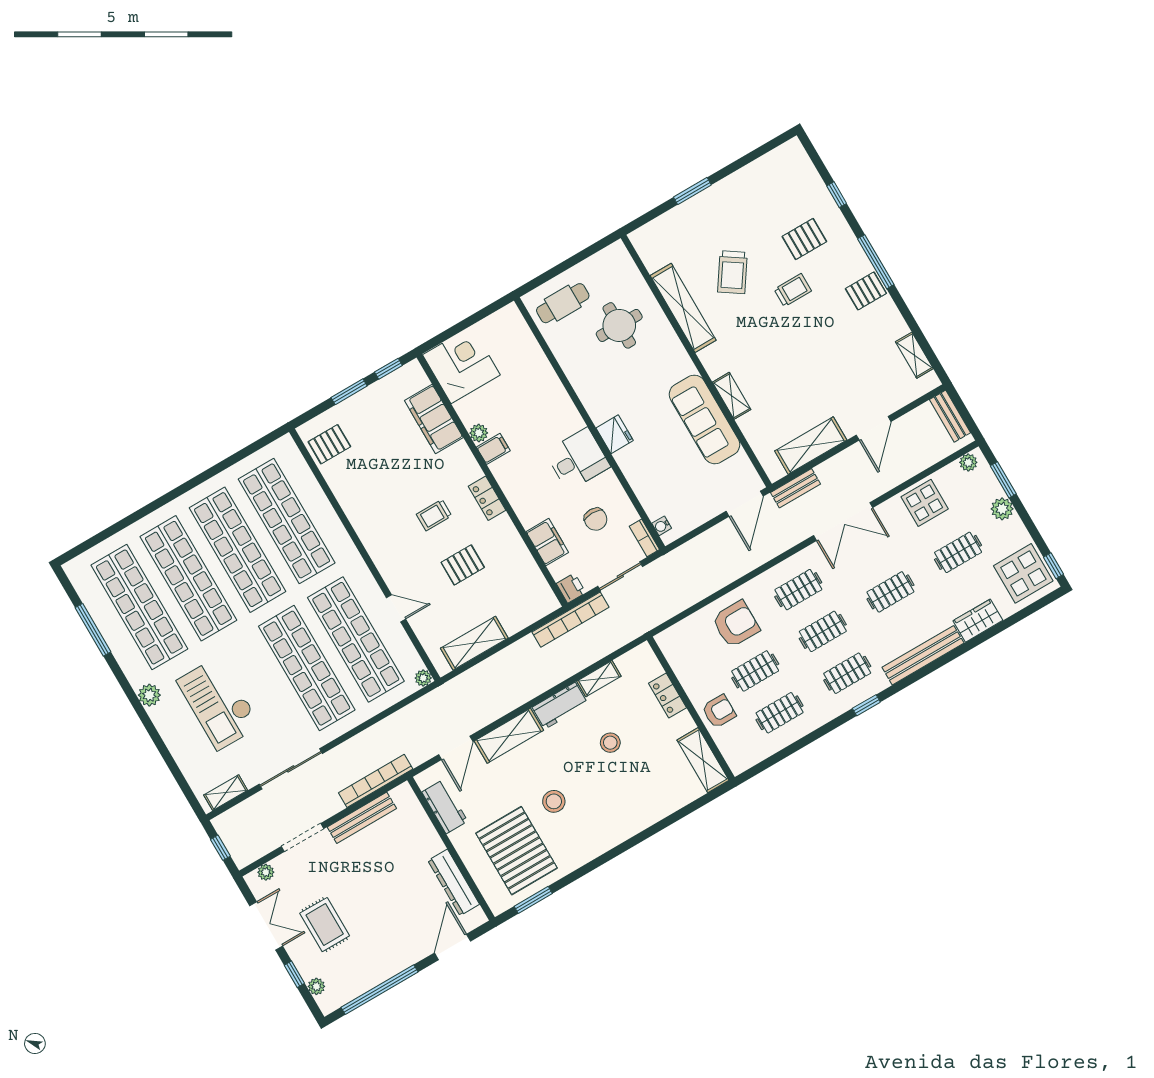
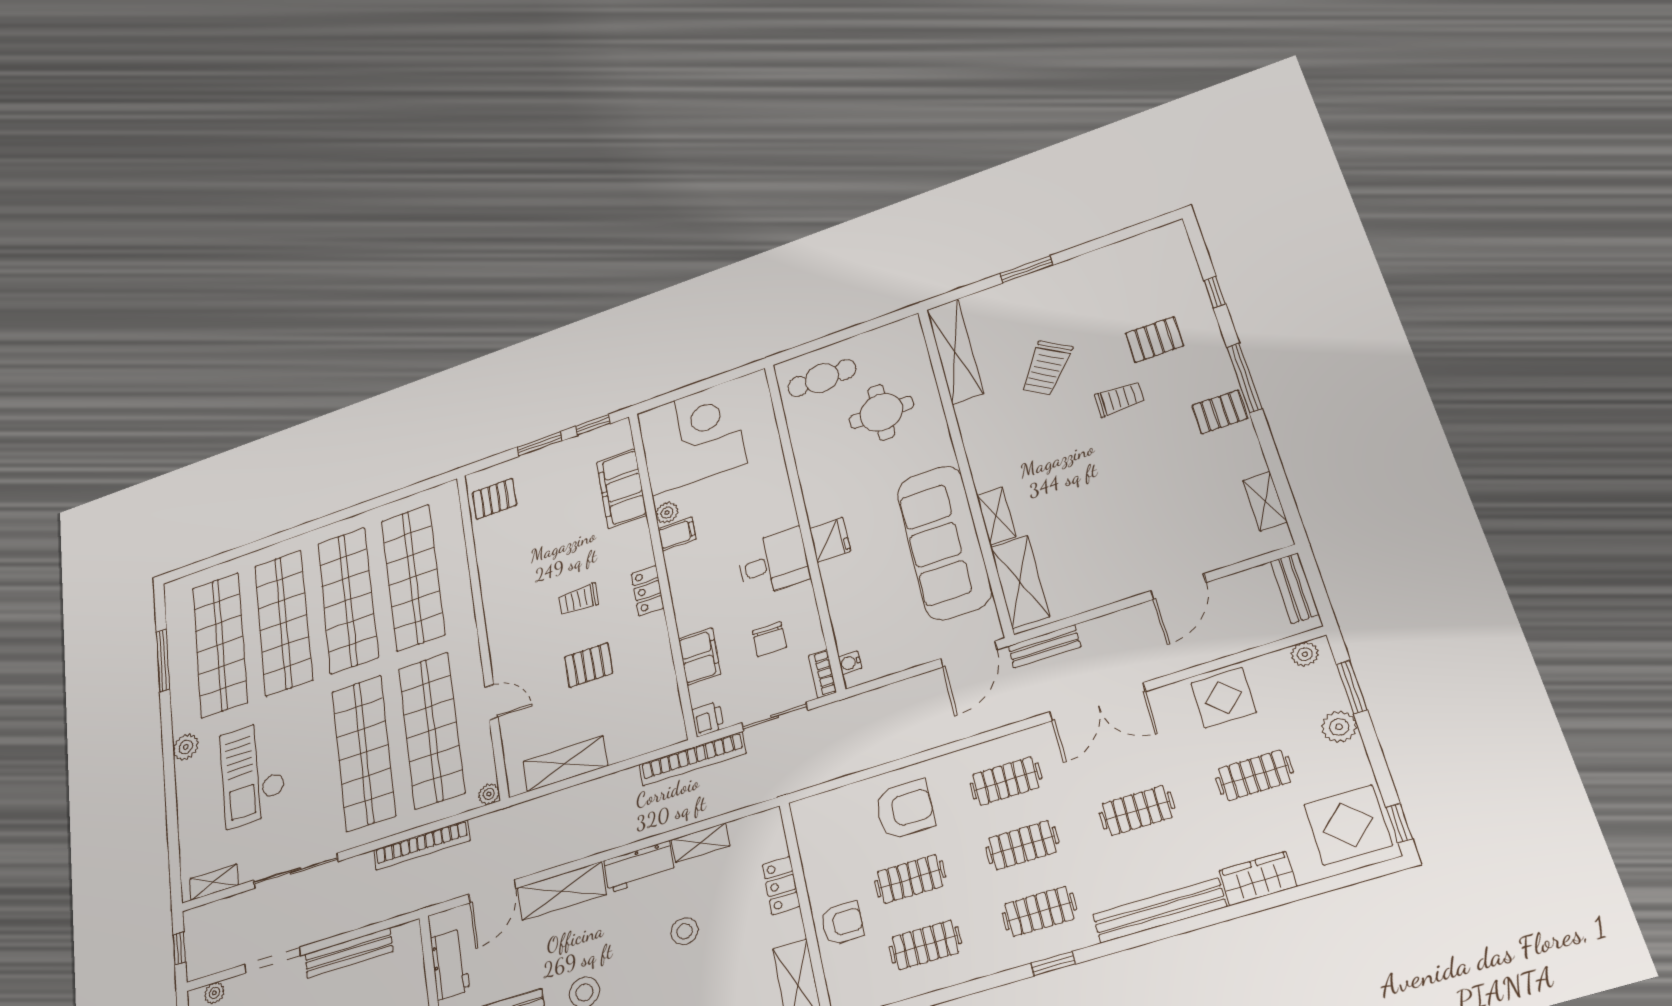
shelving: (683, 308) -> (955, 351), moved
corner desk: (461, 365) -> (691, 438), width x1.36, depth x1.36
sofa: (704, 419) -> (944, 542), width x1.36, depth x1.27
shelving: (811, 446) -> (1020, 582), moved, turned 90
bookcase: (376, 781) -> (422, 845), moved, turned 180

